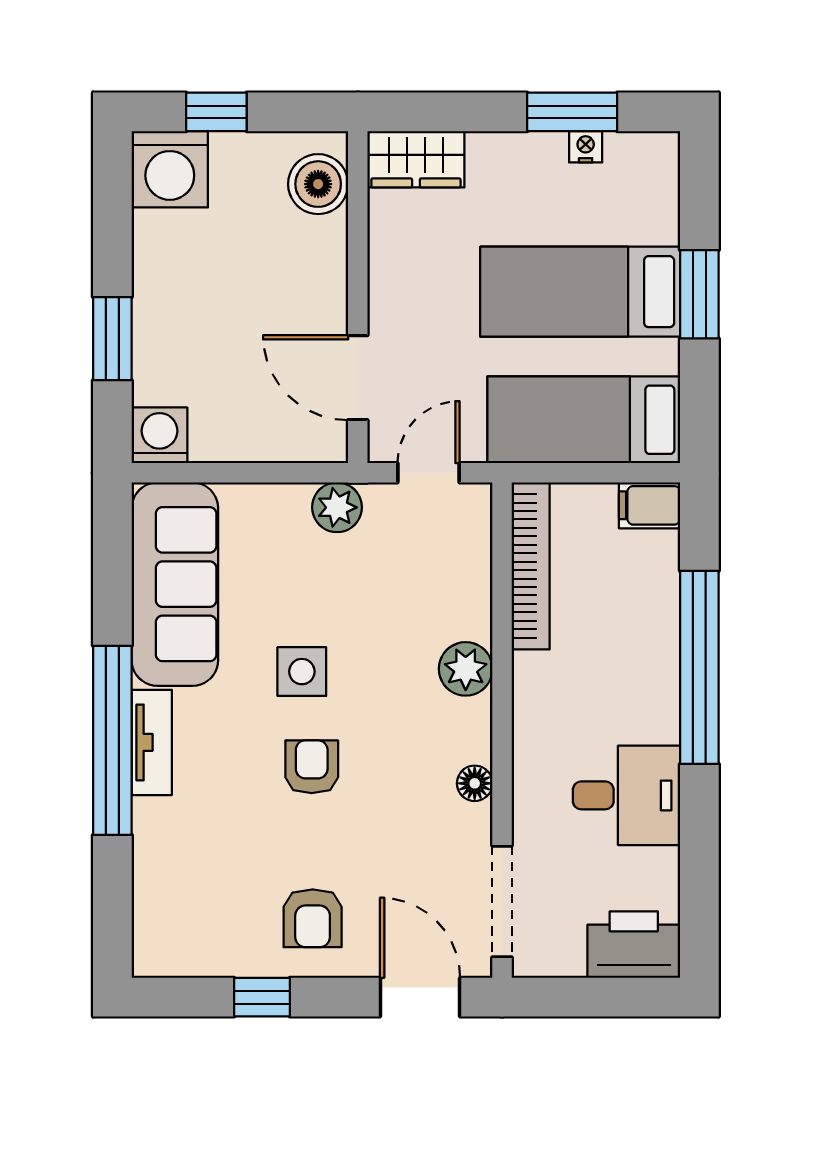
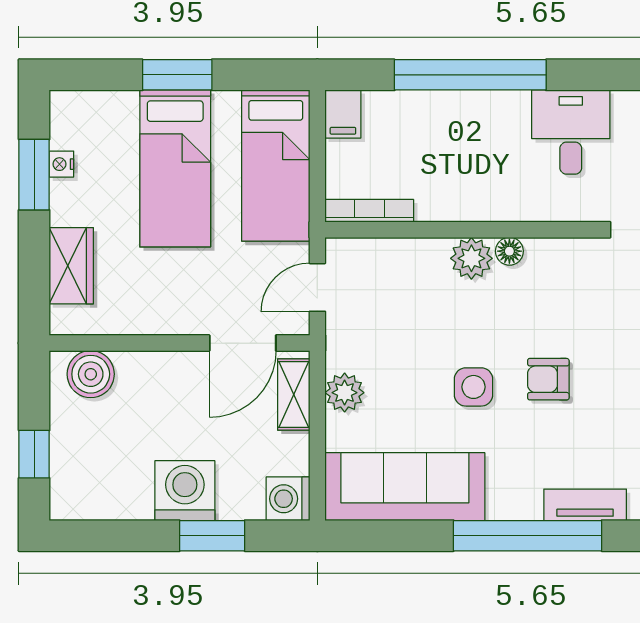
wardrobe: (416, 159) -> (71, 266), moved
washing machine: (170, 169) -> (185, 491), moved, turned -90
shelving: (292, 443) -> (294, 394), added
door: (429, 473) -> (317, 287), hinge flipped
plant: (337, 507) -> (345, 393), moved
bookcase: (531, 566) -> (369, 211), width x0.68, depth x0.76
tv unit: (152, 742) -> (585, 505), moved
floor lamp: (475, 783) -> (509, 251), moved

